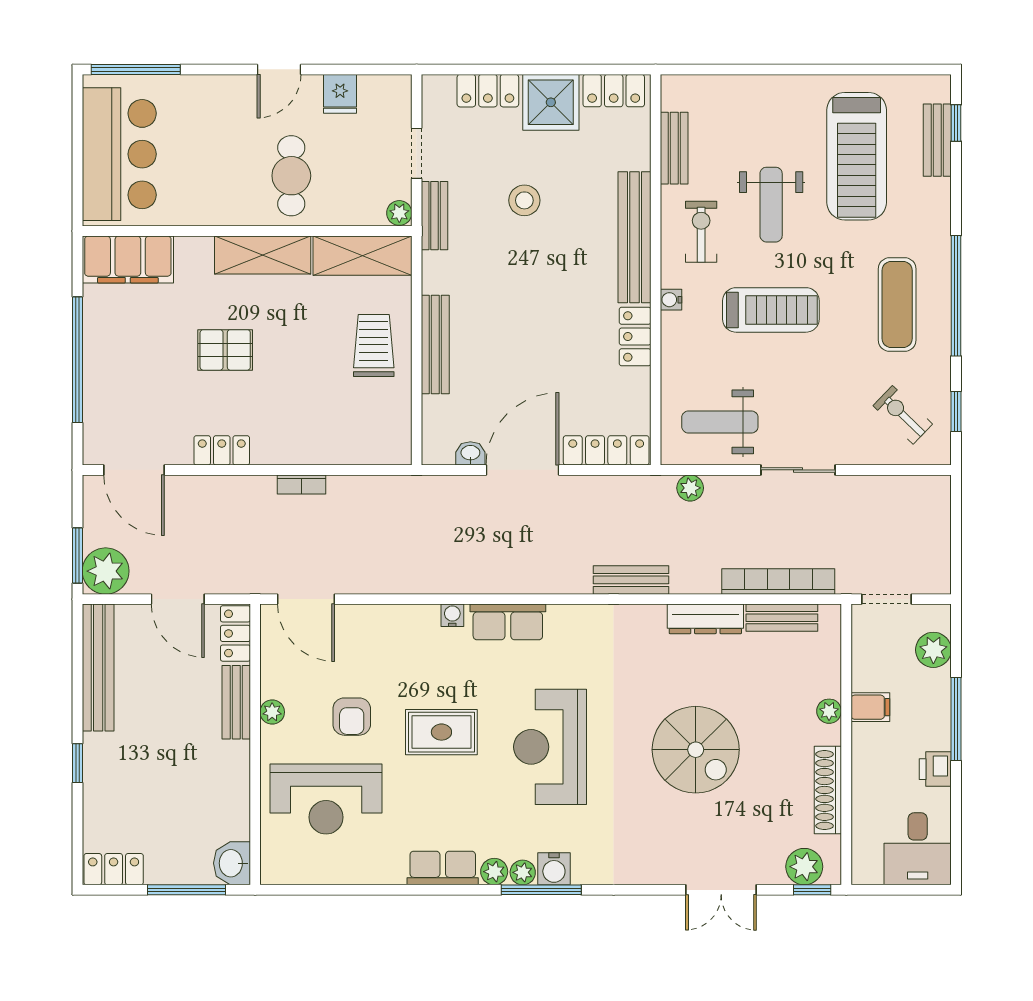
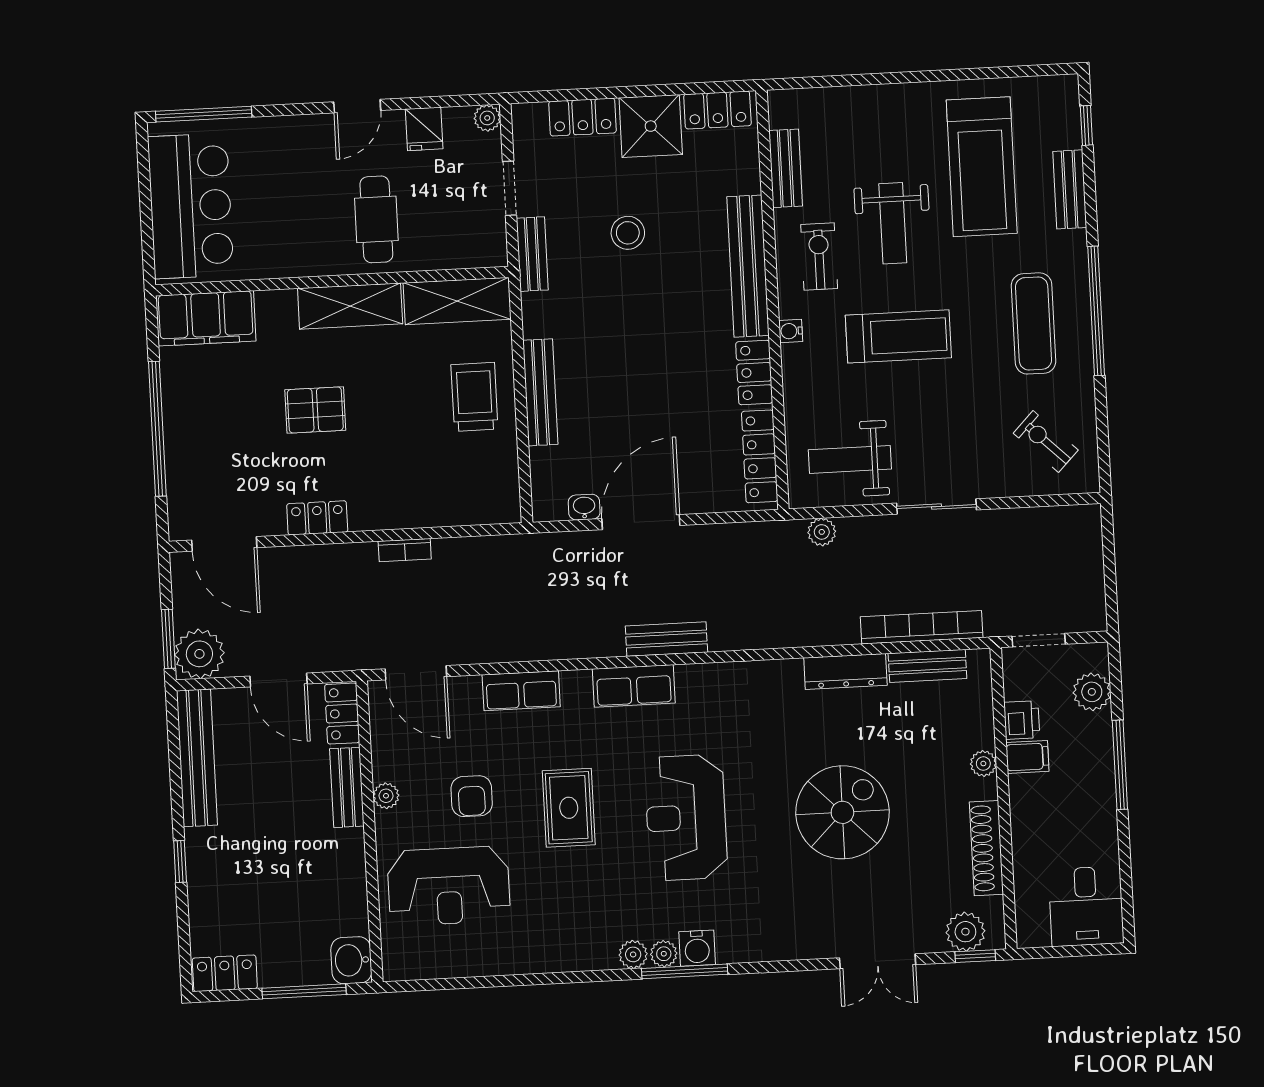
bench: (937, 140) -> (1070, 189), moved
plant: (399, 213) -> (487, 118), moved
window: (956, 412) -> (1103, 435), removed
locker: (606, 450) -> (760, 456), moved, turned -90
bench: (631, 580) -> (666, 639), moved
water cooler: (452, 615) -> (574, 682), removed
rug: (441, 732) -> (569, 808), turned 90
spiral stairs: (696, 750) -> (842, 812), turned -90
printer: (935, 769) -> (1022, 720), moved, turned 180
row of seats: (443, 868) -> (521, 691), moved, turned 180

